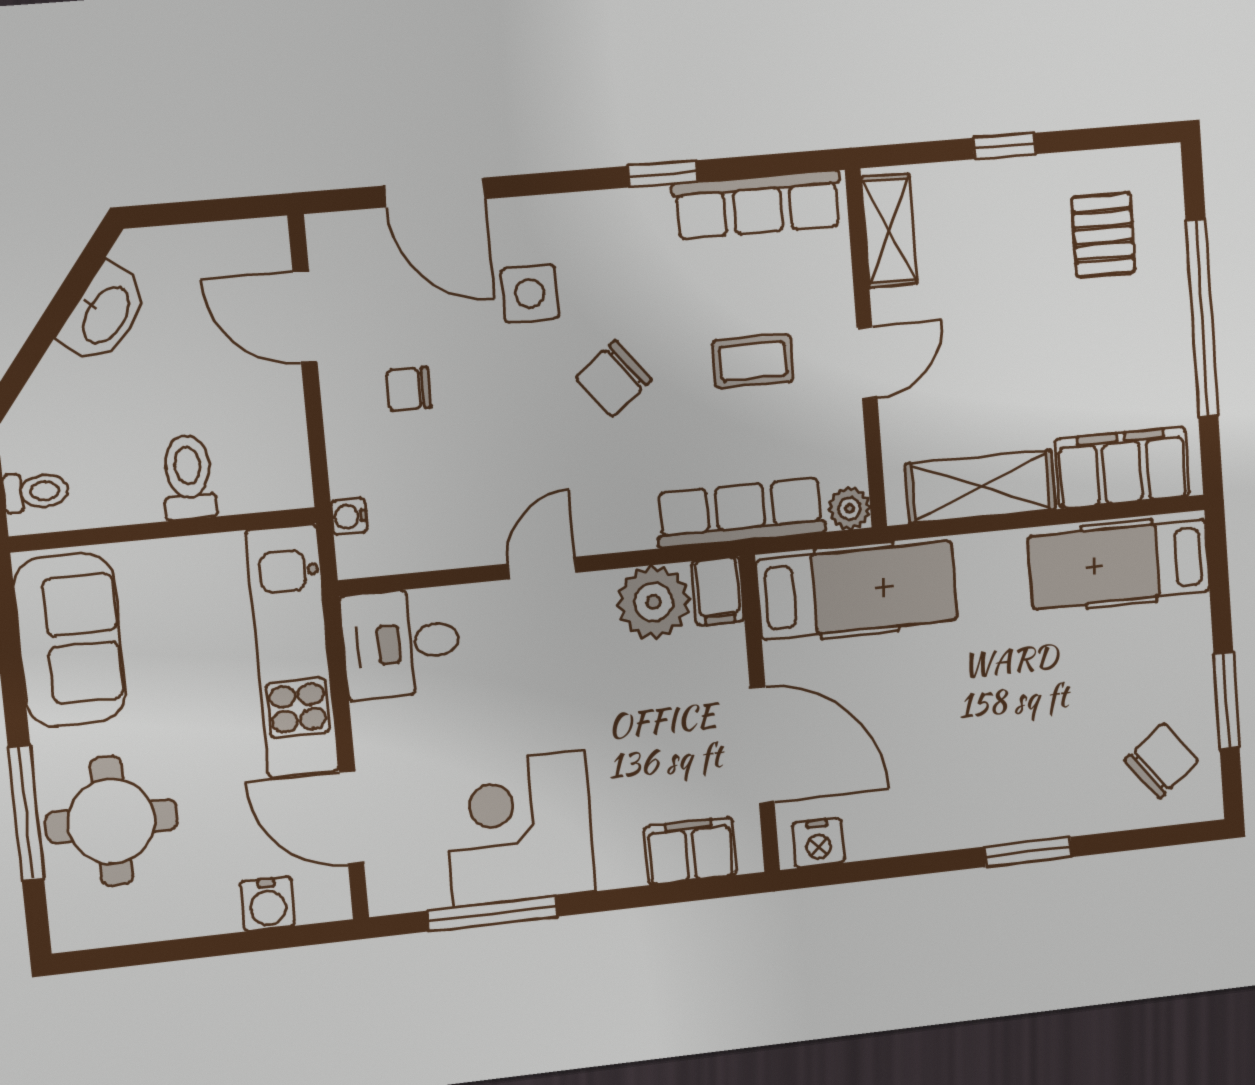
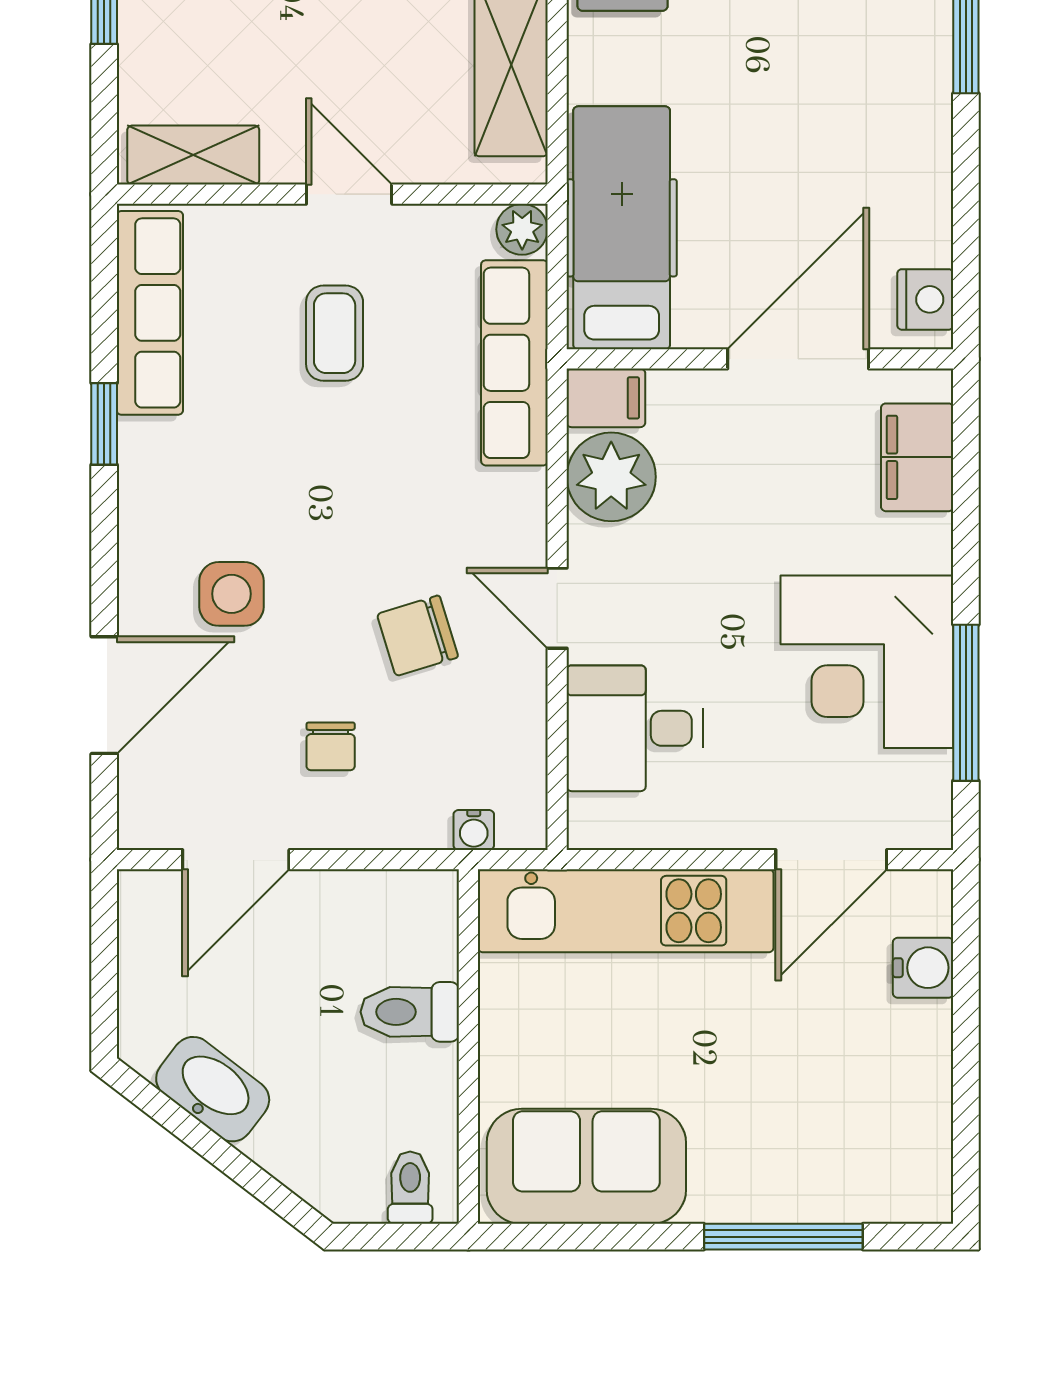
chair: (614, 379) -> (418, 636), moved, turned 111
desk: (401, 643) -> (635, 728), moved, turned 90
round table: (111, 821) -> (804, 1140), removed

